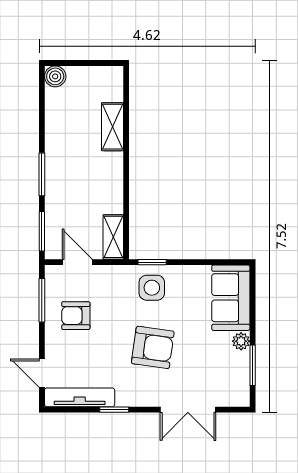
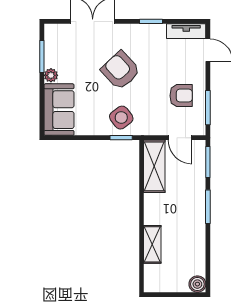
shelving: (113, 237) -> (154, 166), width x1.50, depth x1.33
side table: (152, 288) -> (121, 118), turned -37
armchair: (153, 347) -> (121, 70), turned 39
tv unit: (80, 397) -> (186, 31), width x0.71

